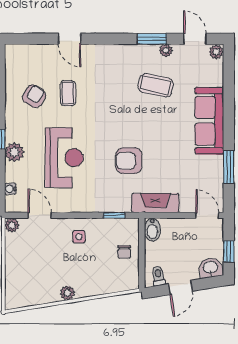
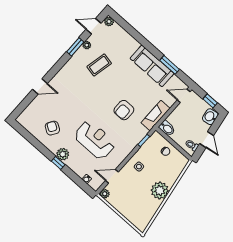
coffee table: (68, 93) -> (65, 110), removed
sofa: (209, 121) -> (152, 66), moved
plant: (14, 152) -> (63, 154), moved
plant: (67, 293) -> (160, 191), width x1.87, depth x1.87

